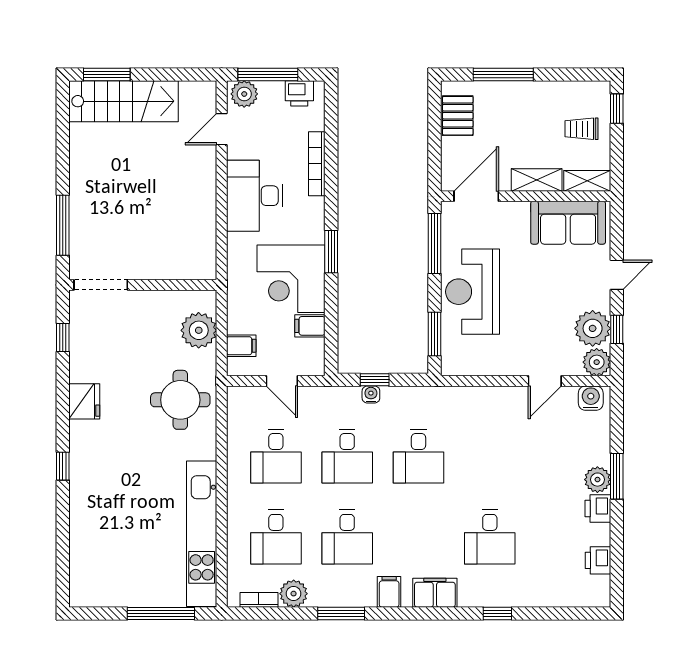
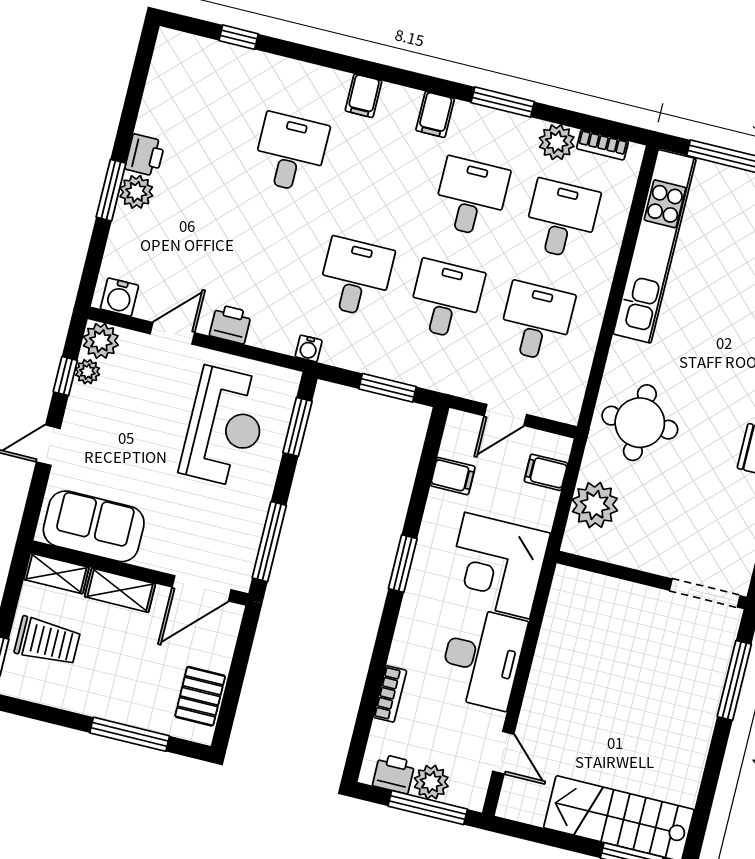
plant: (244, 94) -> (431, 782), moved
door: (222, 129) -> (503, 753), hinge flipped
trolley: (581, 129) -> (47, 641), width x1.36, depth x1.39
bookcase: (317, 164) -> (390, 694), width x0.64
corner desk: (291, 279) -> (497, 566), moved, turned 180
reception desk: (473, 292) -> (225, 427), moved
plant: (593, 328) -> (87, 372), width x0.53, depth x0.53
window: (375, 380) -> (388, 388), width x1.50
door: (282, 381) -> (505, 415), swing flipped
water cooler: (371, 394) -> (309, 348), moved
printer: (598, 560) -> (230, 324), moved, turned -90
filing cabinet: (435, 593) -> (364, 96), width x0.50
window: (497, 613) -> (239, 37), moved

